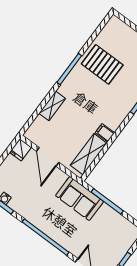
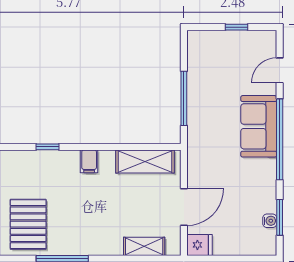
shelving: (52, 106) -> (144, 246), moved
filing cabinet: (105, 133) -> (89, 161), moved
sofa: (80, 199) -> (259, 126), moved, turned 180

